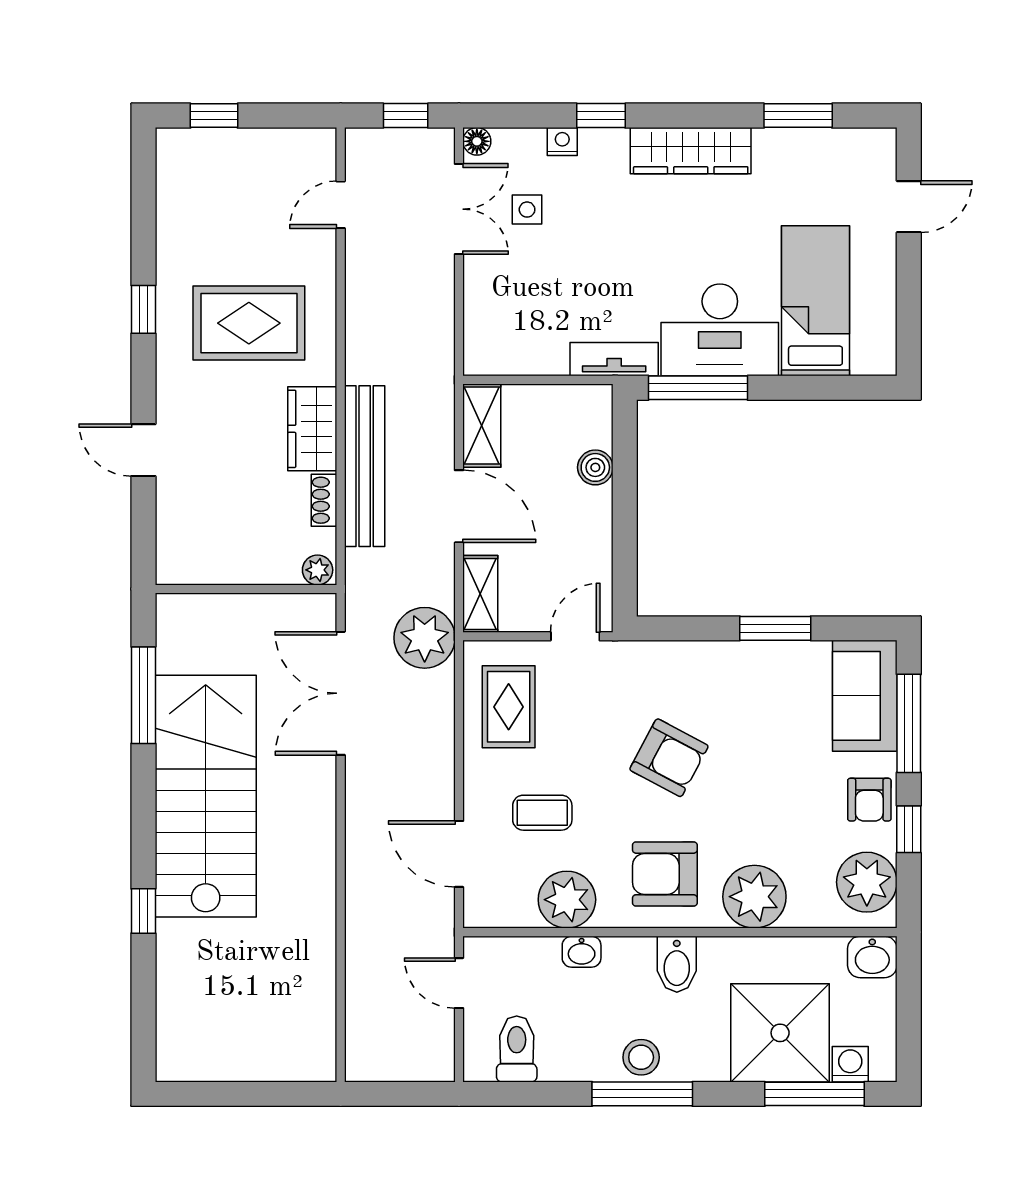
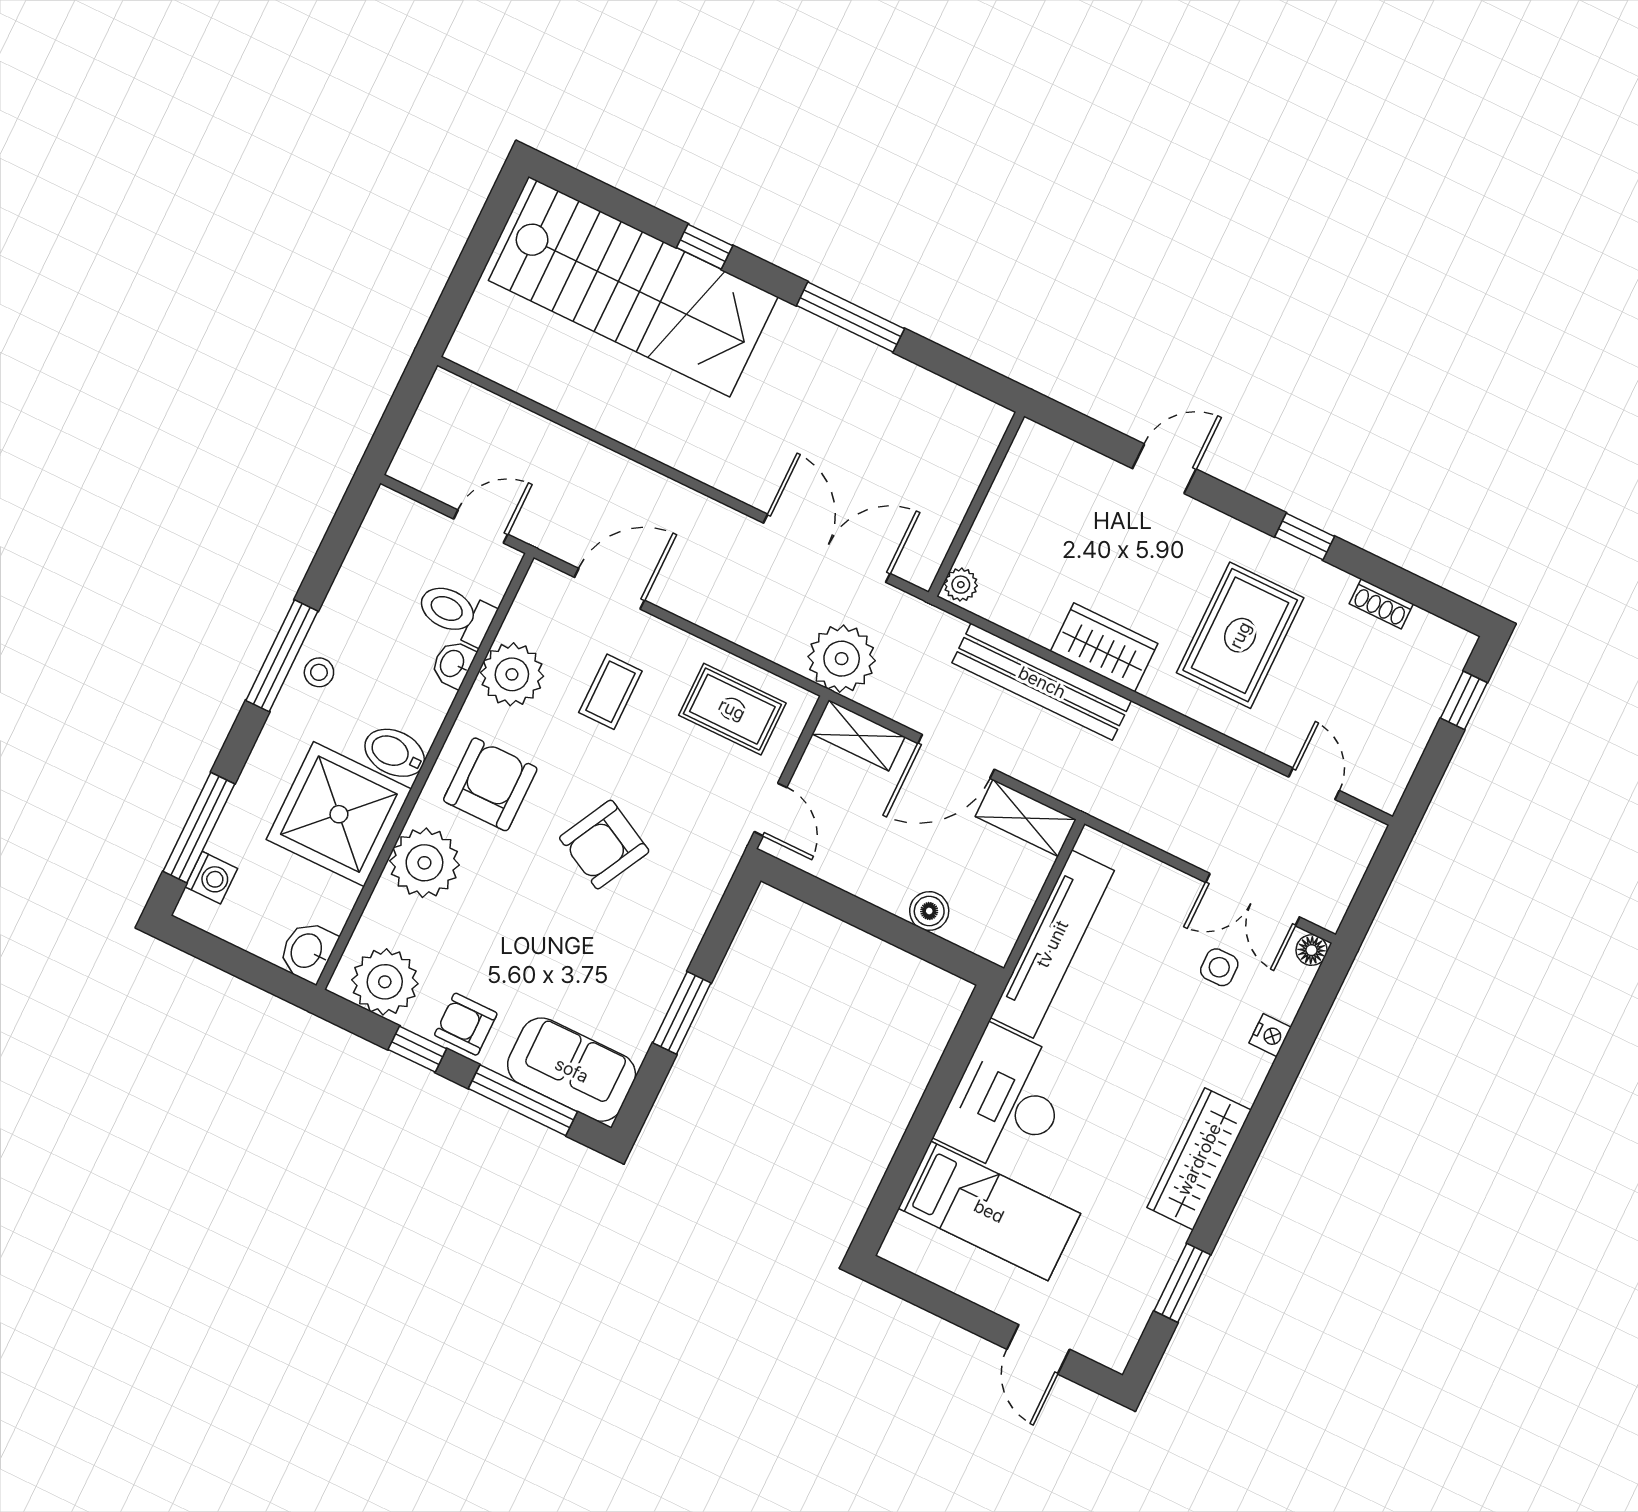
window: (406, 116) -> (1371, 891), removed
window: (601, 116) -> (1277, 1086), removed
tv unit: (614, 359) -> (1052, 944), width x1.92, depth x1.29
window: (698, 388) -> (959, 1052), removed
shoe rack: (324, 500) -> (1381, 604), moved, turned 180
window: (143, 695) -> (850, 317), moved
stairs: (206, 796) -> (633, 289), moved
shower: (780, 1033) -> (339, 814), moved
toilet: (517, 1049) -> (456, 613), moved, turned 180
stool: (641, 1057) -> (319, 672), width x0.73, depth x0.73

